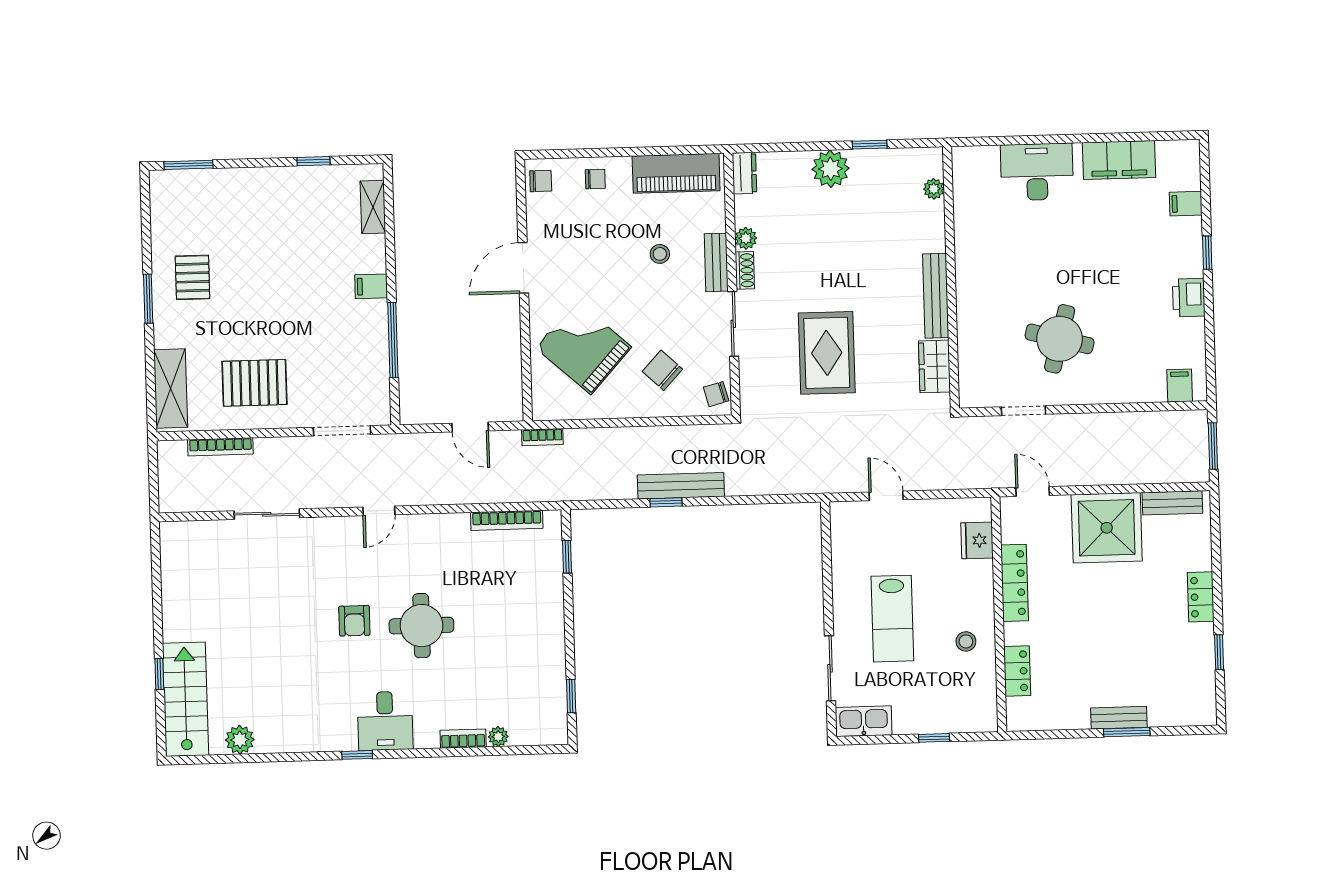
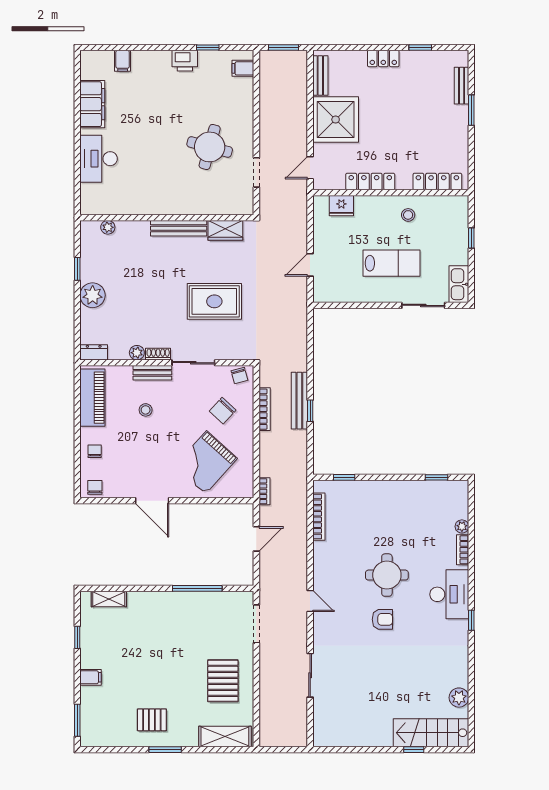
window: (1207, 253) -> (208, 48), moved
filing cabinet: (371, 286) -> (91, 677), moved, turned -90
bookcase: (220, 447) -> (265, 409), moved
locker: (1017, 671) -> (437, 182), width x1.53
bench: (1119, 718) -> (462, 86), moved
desk: (385, 721) -> (449, 594), width x1.37

